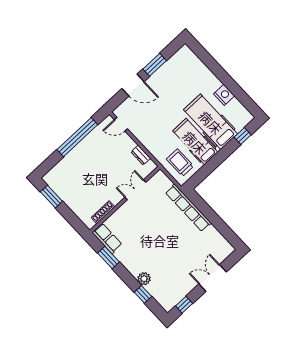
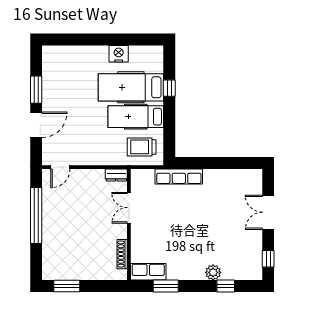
window: (243, 136) -> (169, 88), moved
dresser: (141, 155) -> (116, 175), moved
row of seats: (188, 208) -> (179, 177), width x0.73

